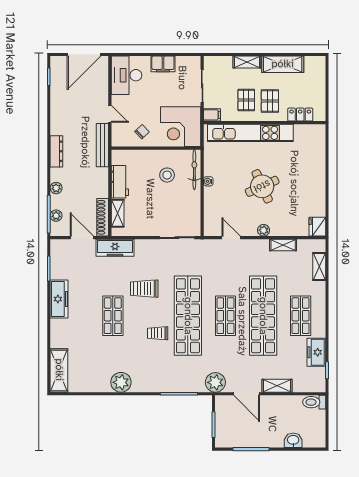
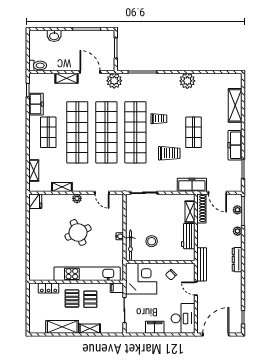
shop shelf: (225, 316) -> (106, 132), width x2.00, depth x1.36
shelving: (59, 370) -> (235, 105), moved

